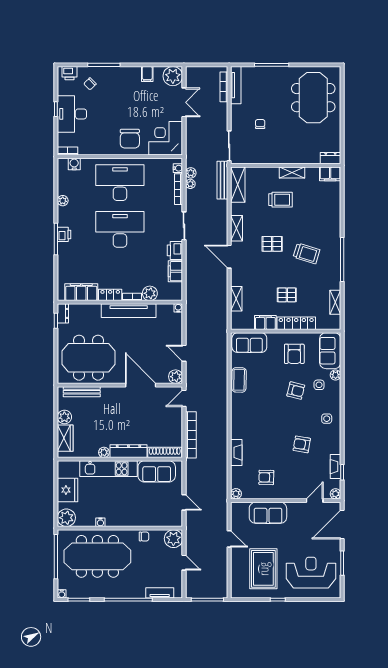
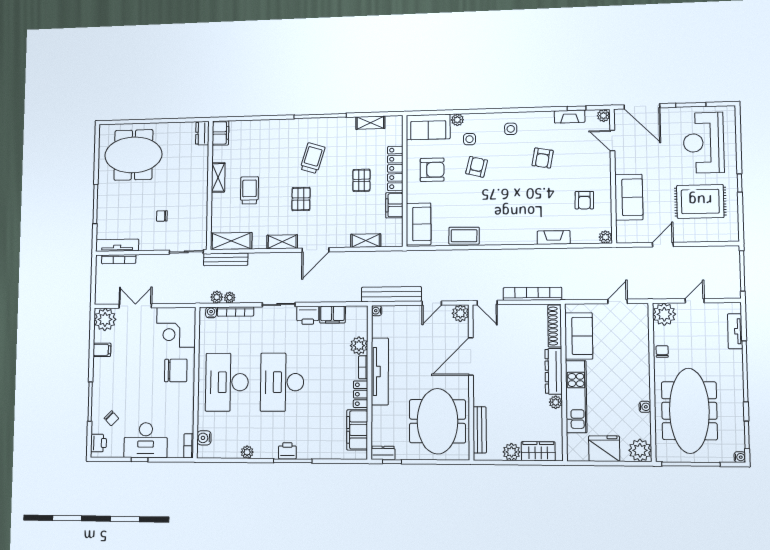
bench: (192, 320) -> (391, 294), added

